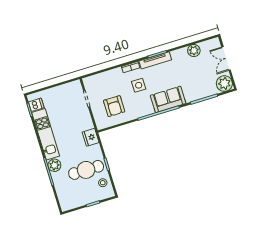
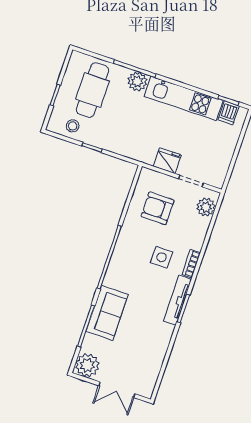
plant: (194, 51) -> (206, 207), moved
double door: (226, 58) -> (117, 390), swing flipped
sofa: (168, 99) -> (107, 313), moved
fridge: (91, 137) -> (167, 161), moved
cafe table: (86, 170) -> (92, 90), moved

